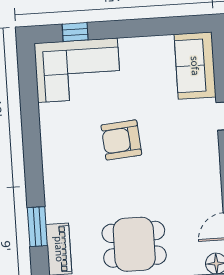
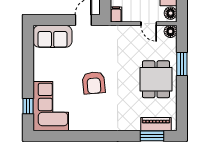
window: (37, 227) -> (152, 136), moved

